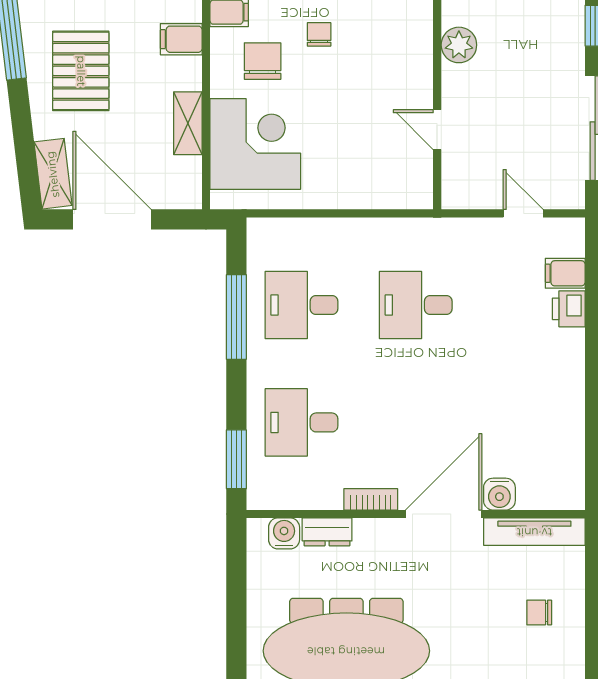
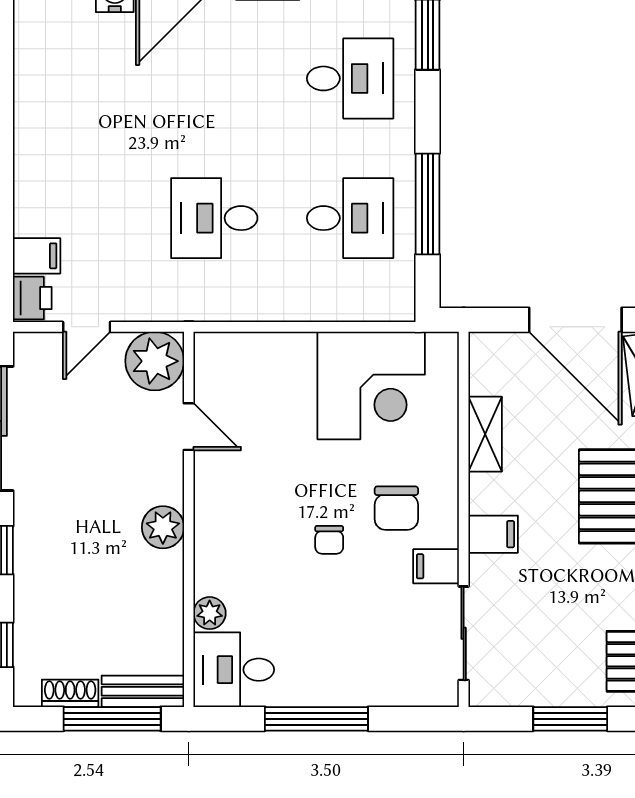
corner desk: (255, 144) -> (371, 385), moved, turned -90
plant: (466, 185) -> (155, 361), added
door: (523, 213) -> (87, 327), hinge flipped
desk: (416, 305) -> (214, 218), turned 180
printer: (569, 309) -> (32, 298), moved

